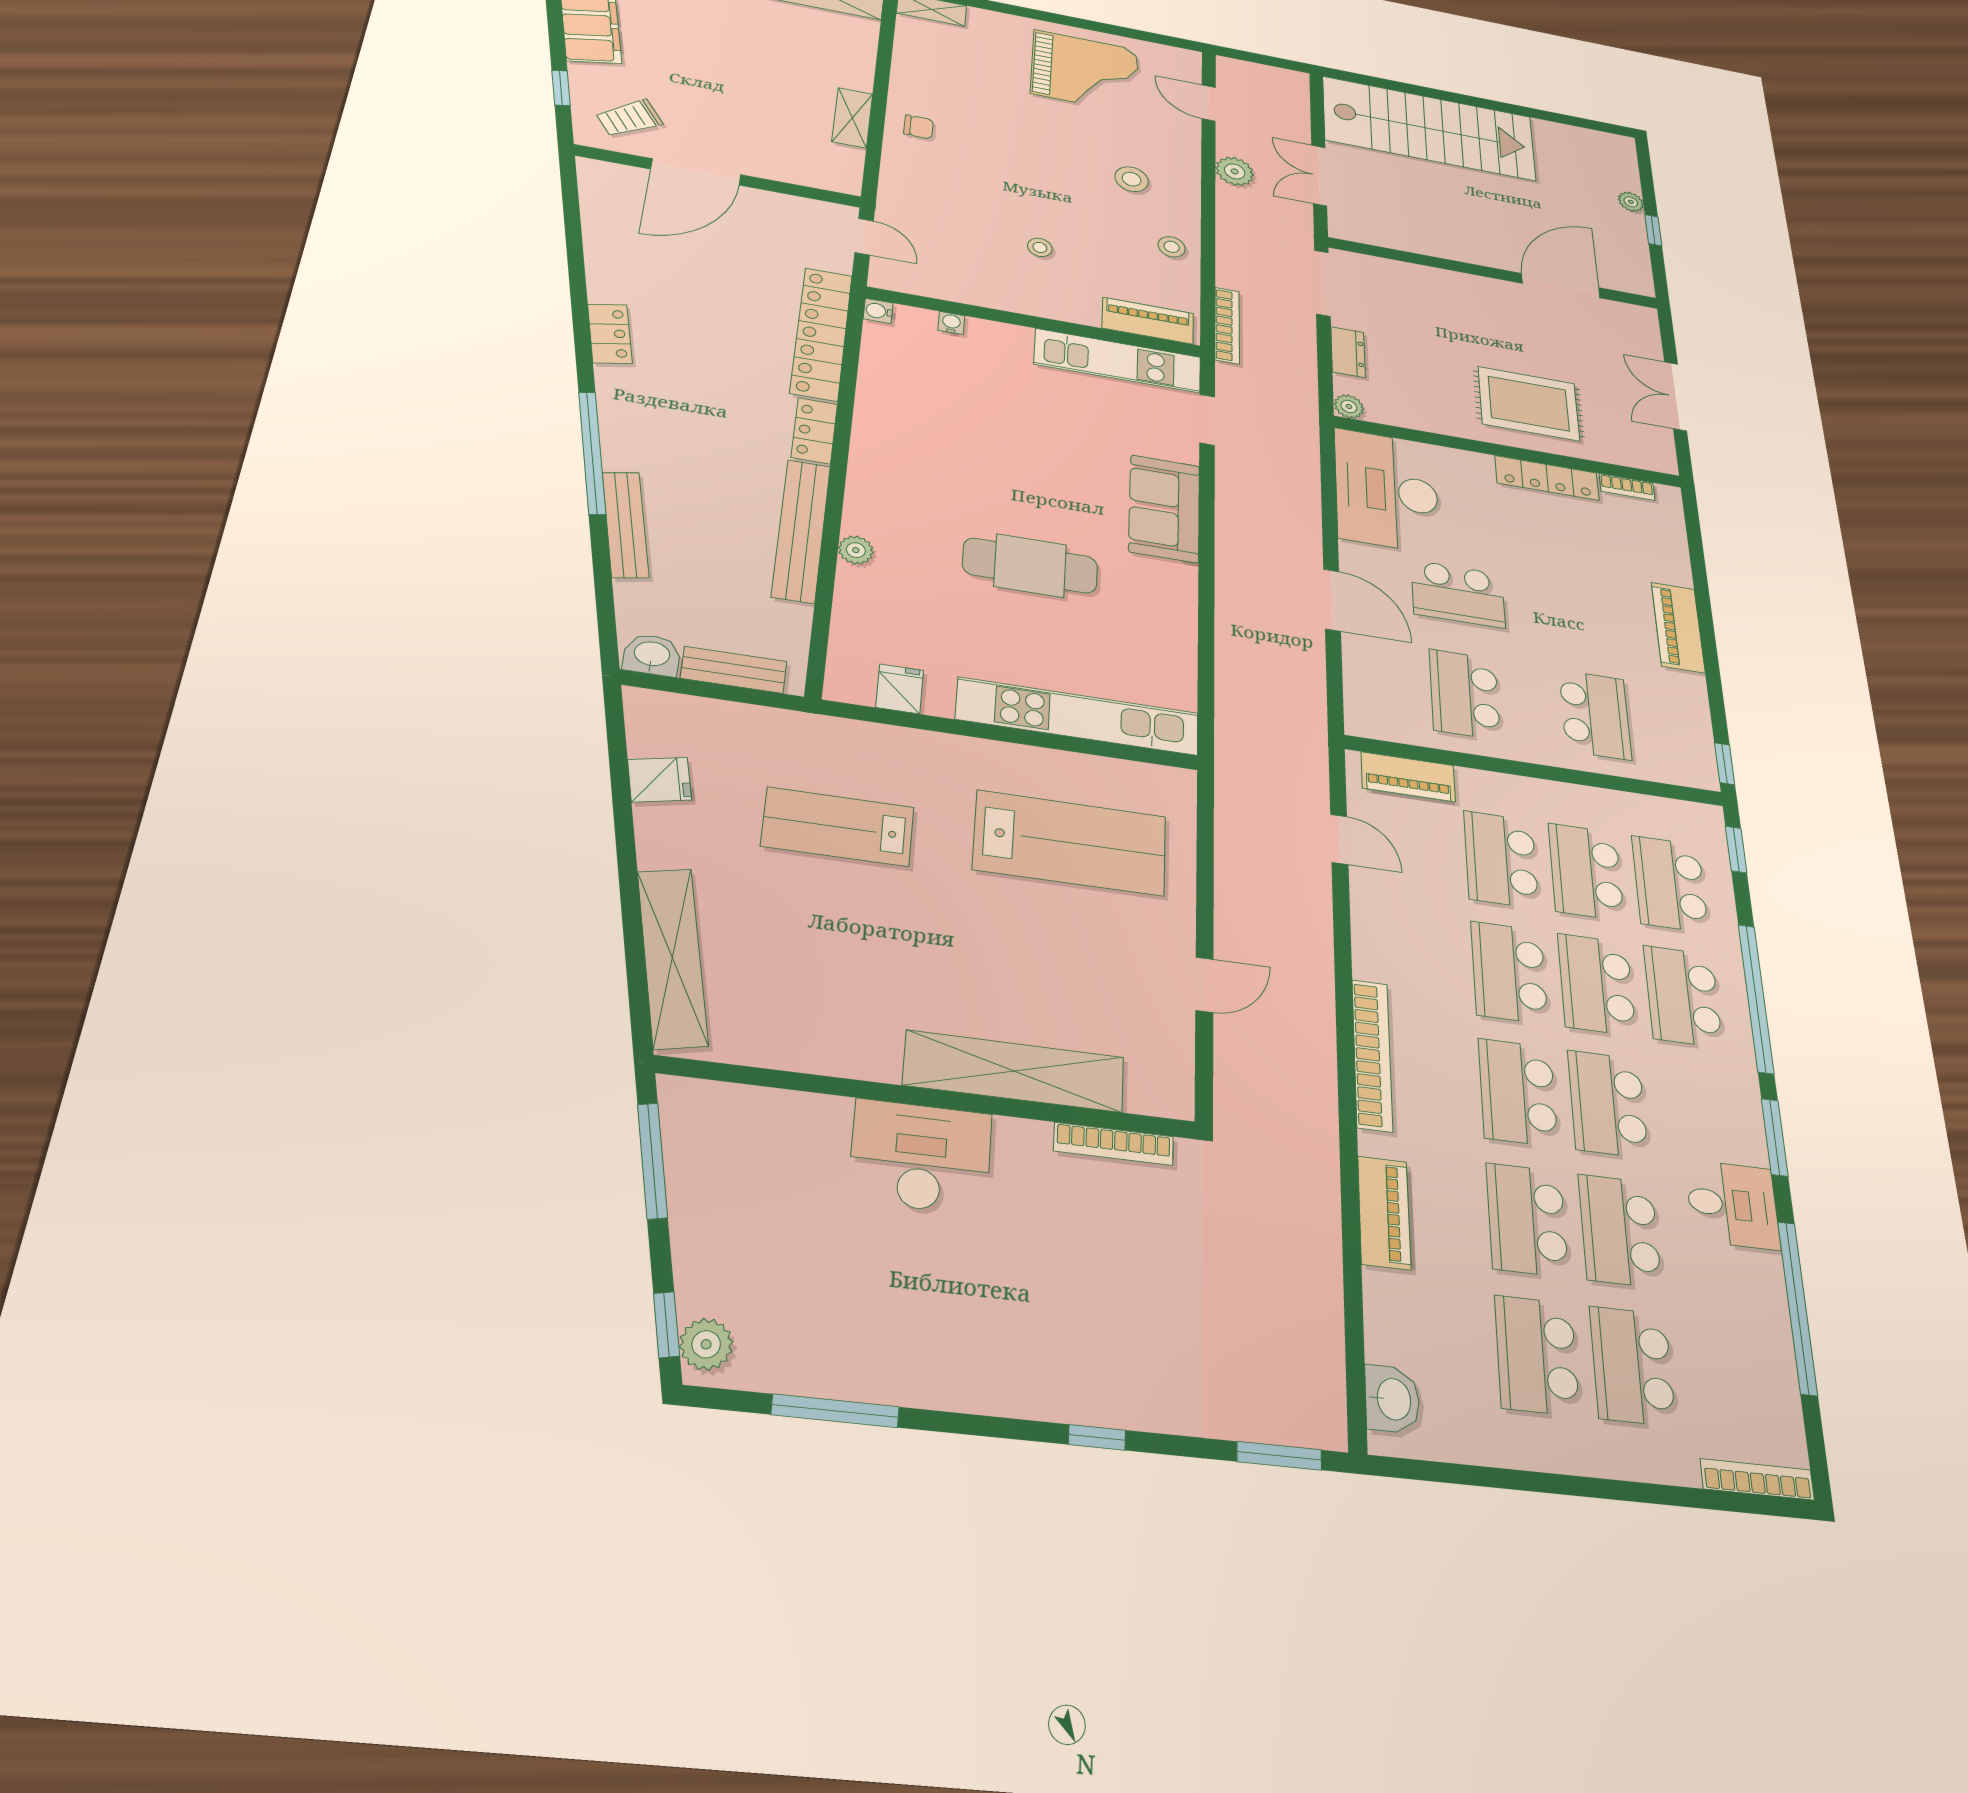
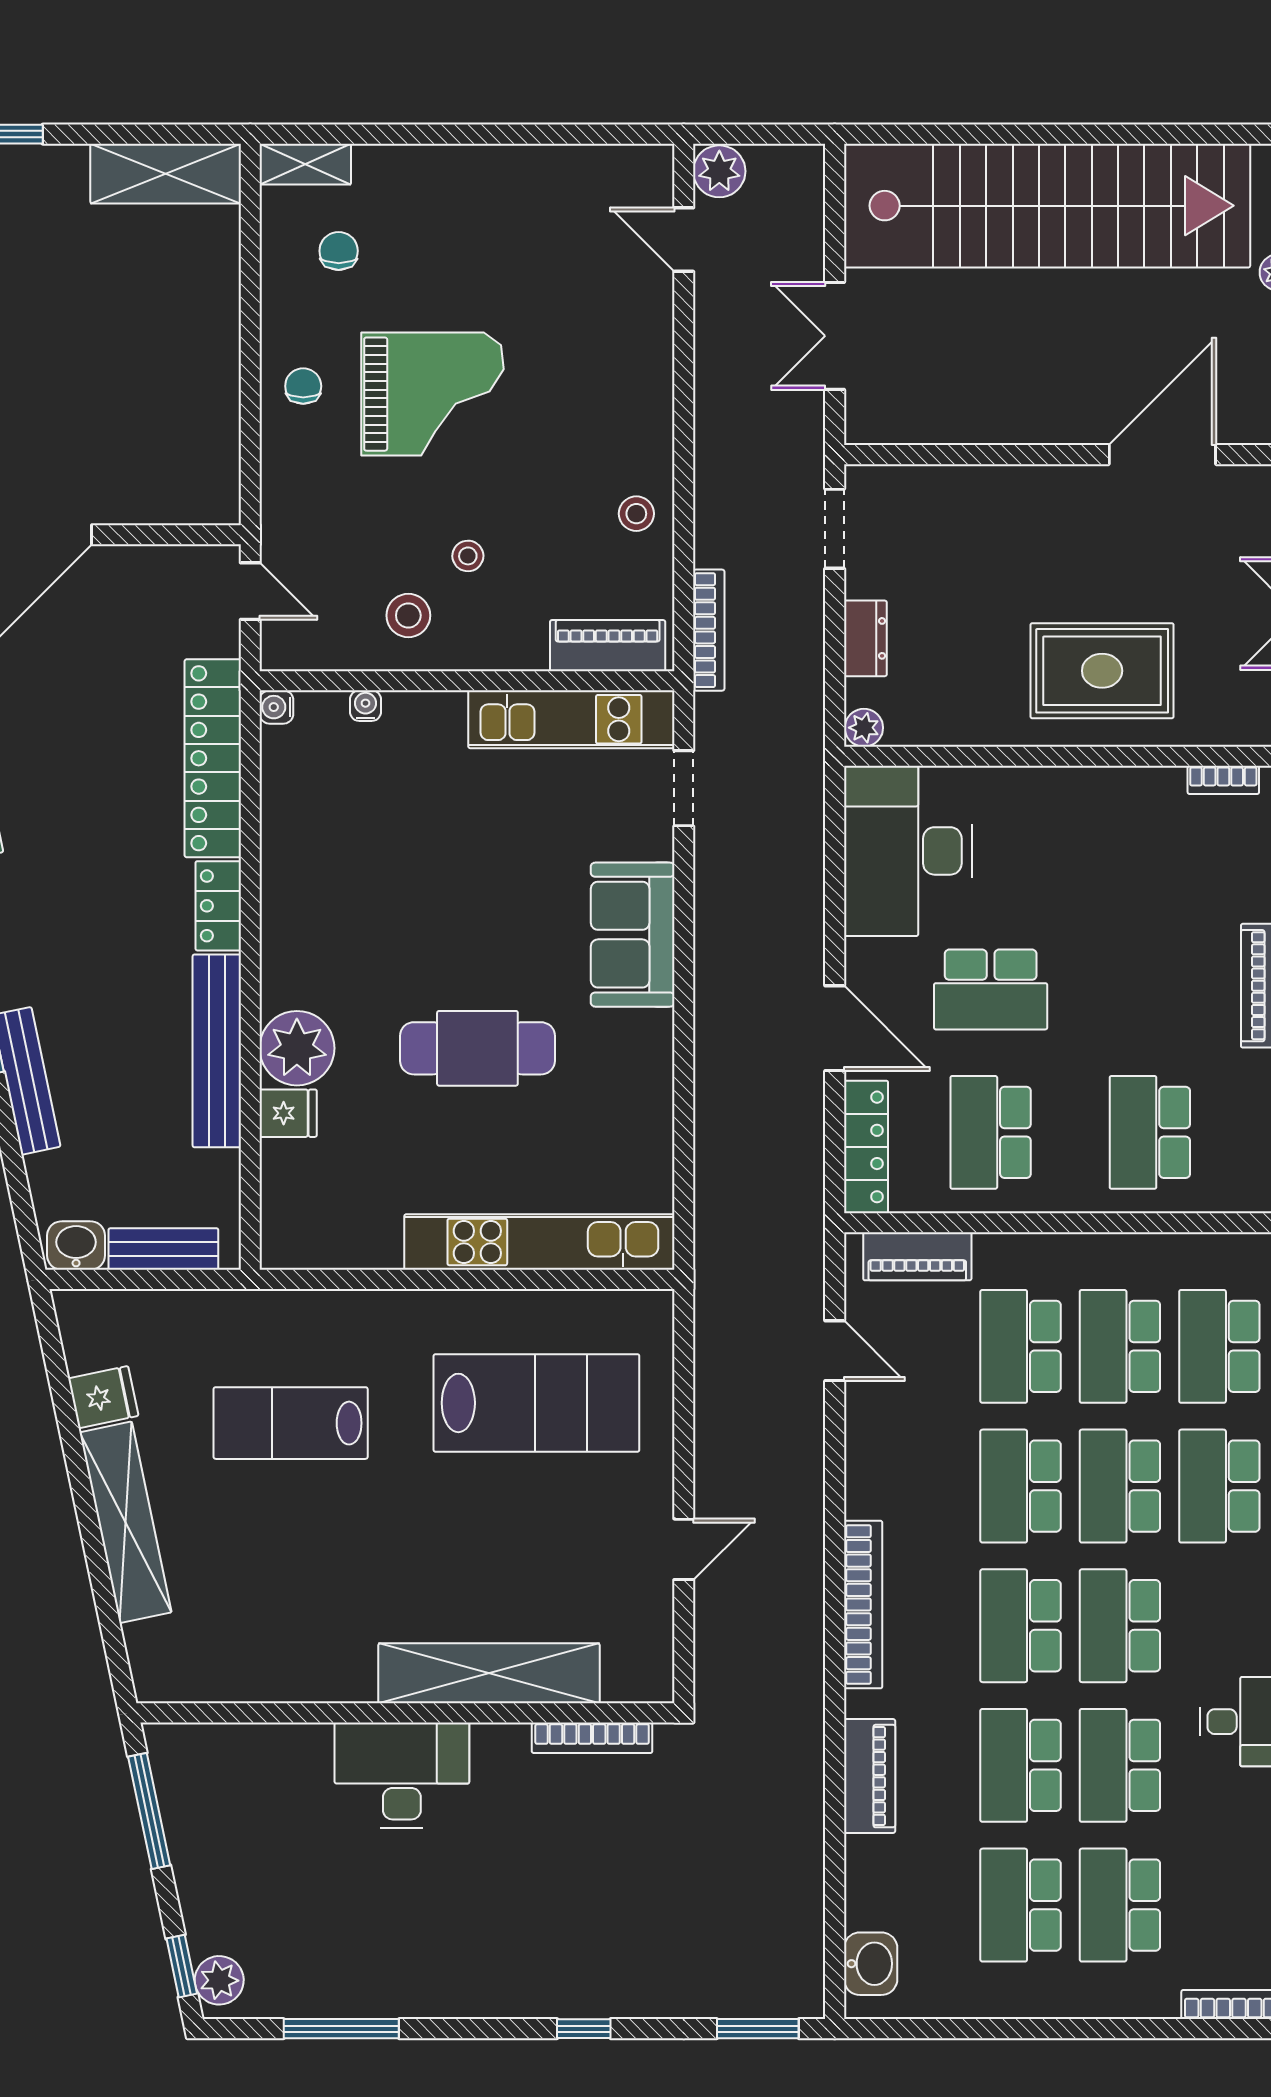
chair: (952, 59) -> (339, 251), added
grand piano: (1085, 71) -> (433, 394), moved
shelving: (852, 118) -> (219, 392), removed
chair: (919, 127) -> (303, 386), turned -90
stairs: (1429, 128) -> (1047, 206), width x1.36
plant: (1235, 171) -> (719, 171), moved
stool: (1132, 179) -> (408, 615), moved
doorway: (1322, 283) -> (835, 529), width x0.73
locker: (1547, 478) -> (866, 1147), moved, turned -90
plant: (856, 550) -> (297, 1048), width x1.87, depth x1.87
fridge: (900, 689) -> (288, 1113), moved, turned 90
school desk: (1595, 715) -> (1150, 1132), turned 180
shelving: (672, 958) -> (126, 1522), moved

